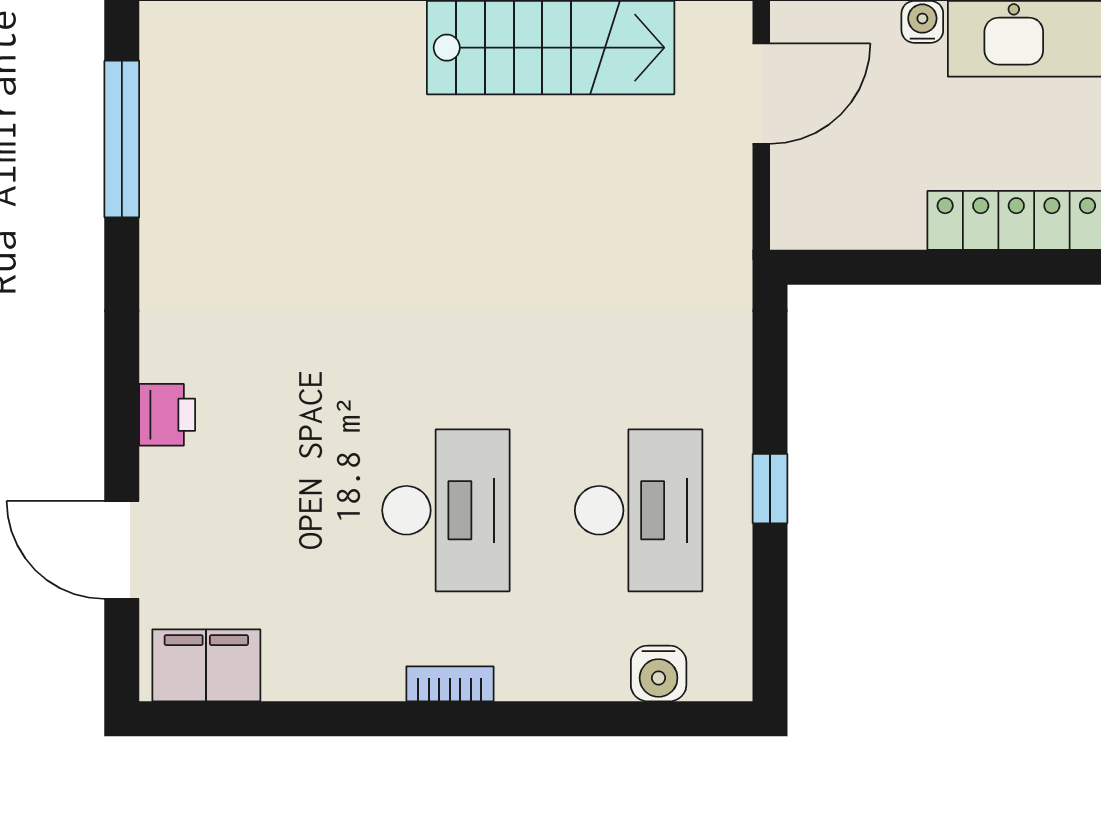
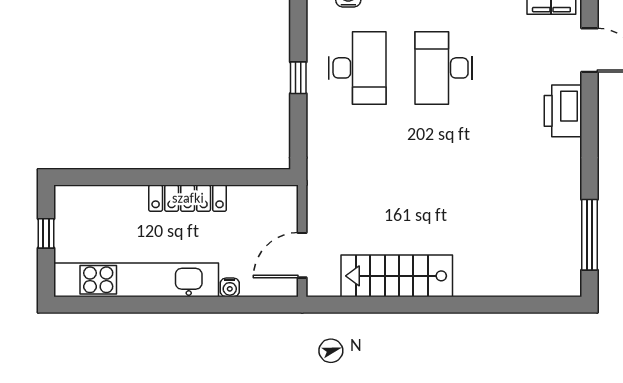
printer: (167, 415) -> (563, 111), width x1.87, depth x1.48
desk: (639, 510) -> (357, 68), turned 180

